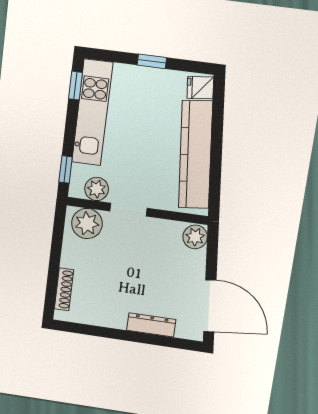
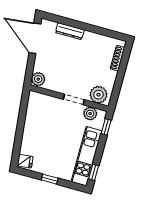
kitchen counter: (196, 155) -> (32, 125), removed

